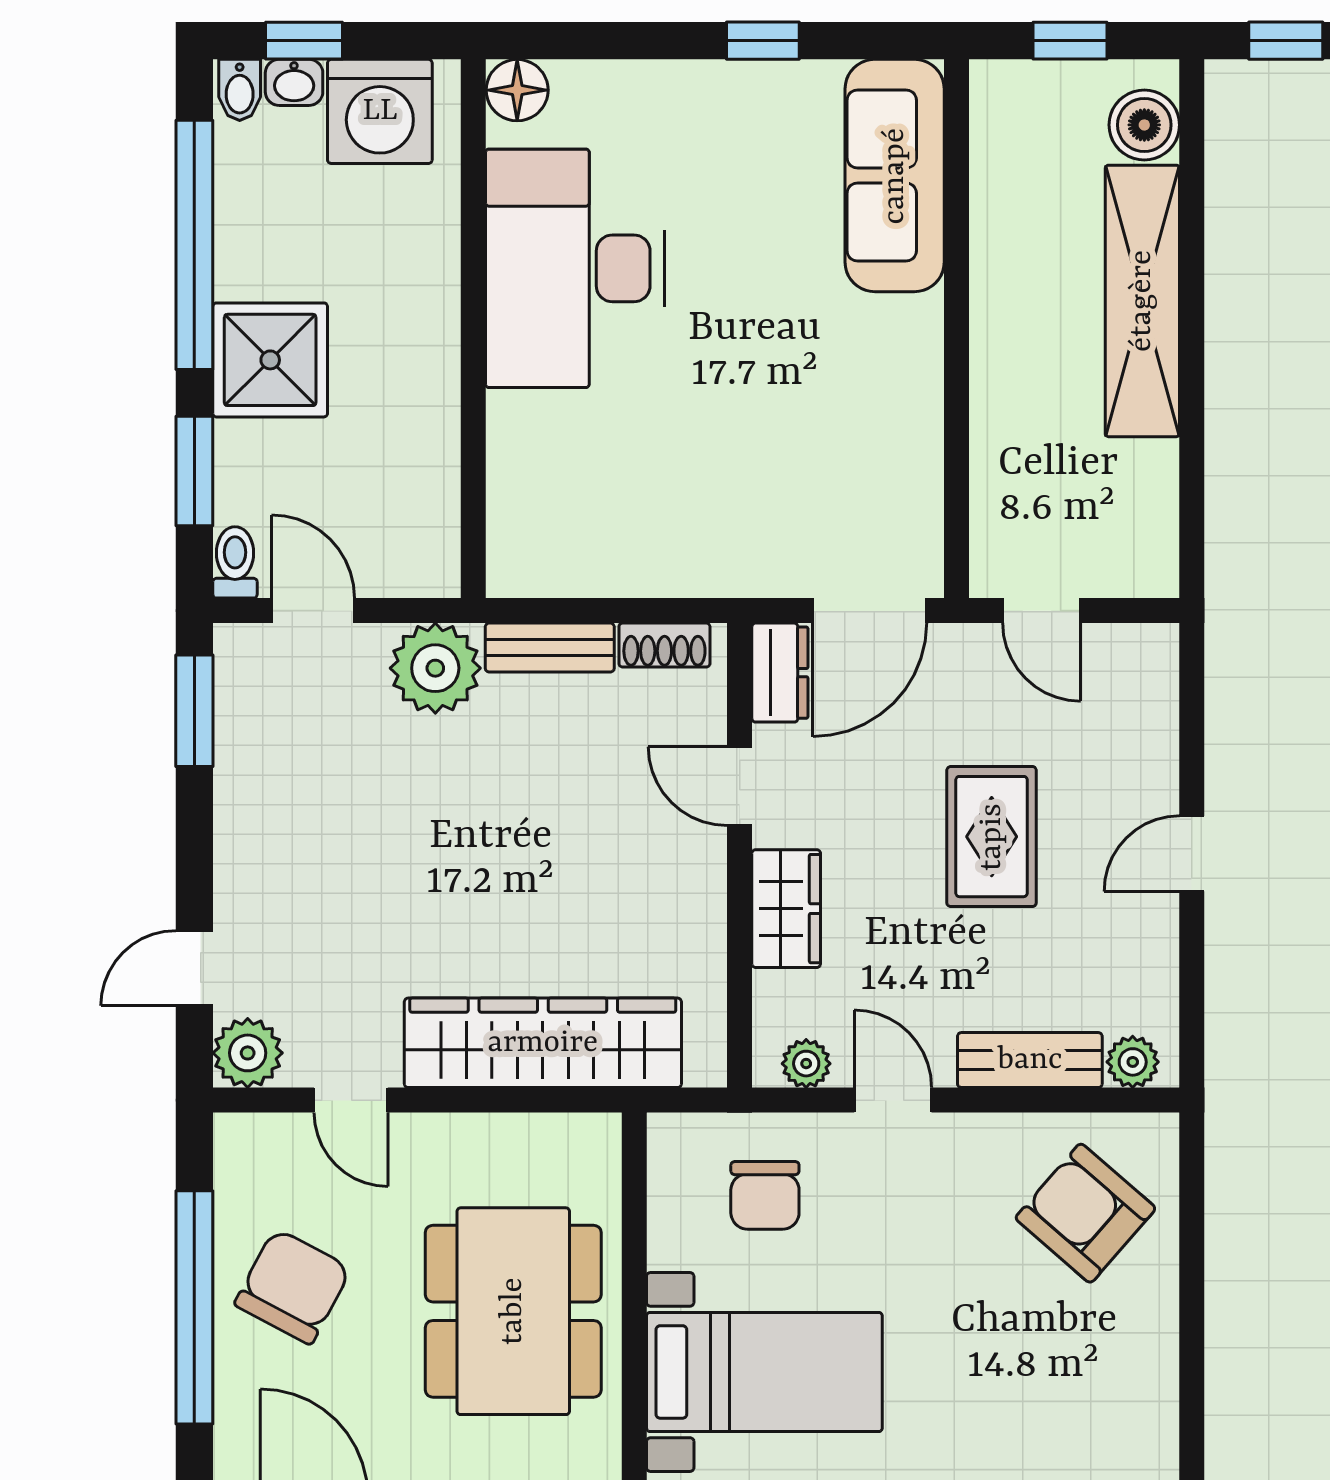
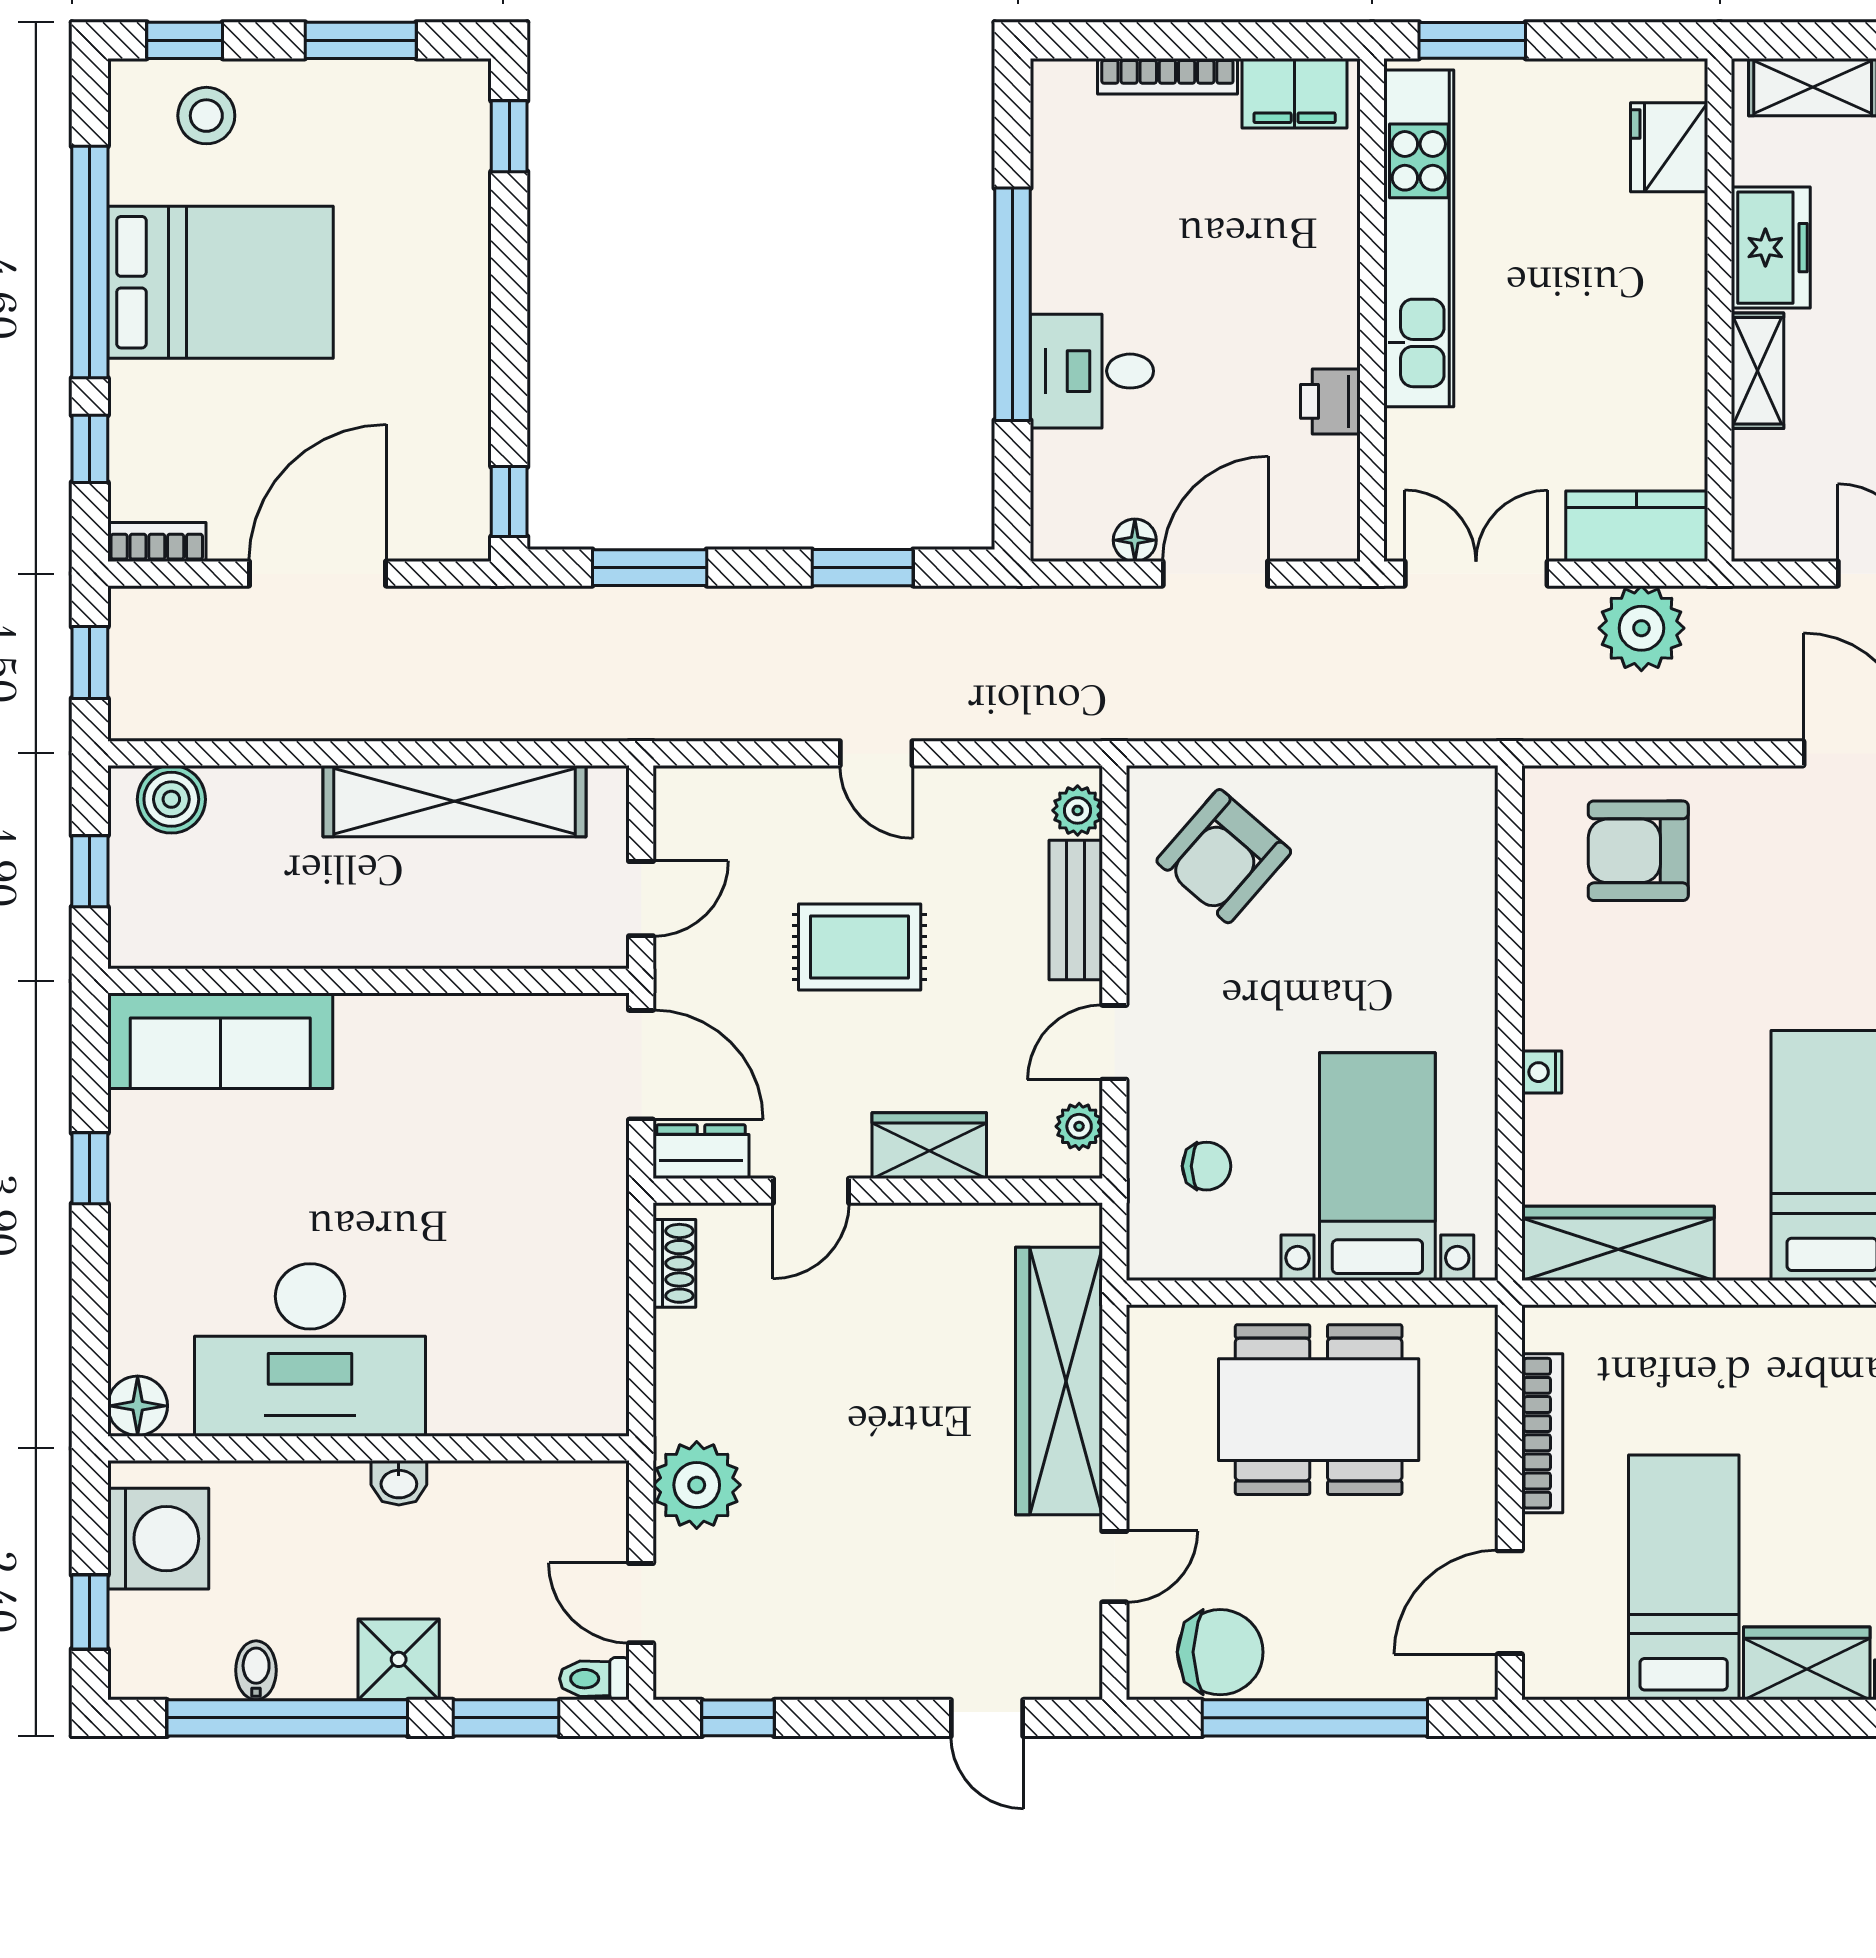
washbasin: (294, 82) -> (399, 1483), moved, turned 90
bidet: (240, 90) -> (256, 1670), moved, turned -90
shelving: (1142, 301) -> (454, 801), moved
shower: (270, 360) -> (399, 1659), width x0.73, depth x0.73
door: (313, 611) -> (641, 1603), hinge flipped
bench: (550, 648) -> (677, 1374), removed
window: (194, 711) -> (738, 1718), width x0.67
plant: (248, 1053) -> (1069, 1666), removed
chair: (765, 1195) -> (1207, 1166), width x0.73, depth x0.73
chair: (293, 1286) -> (1220, 1652), moved, turned 152

